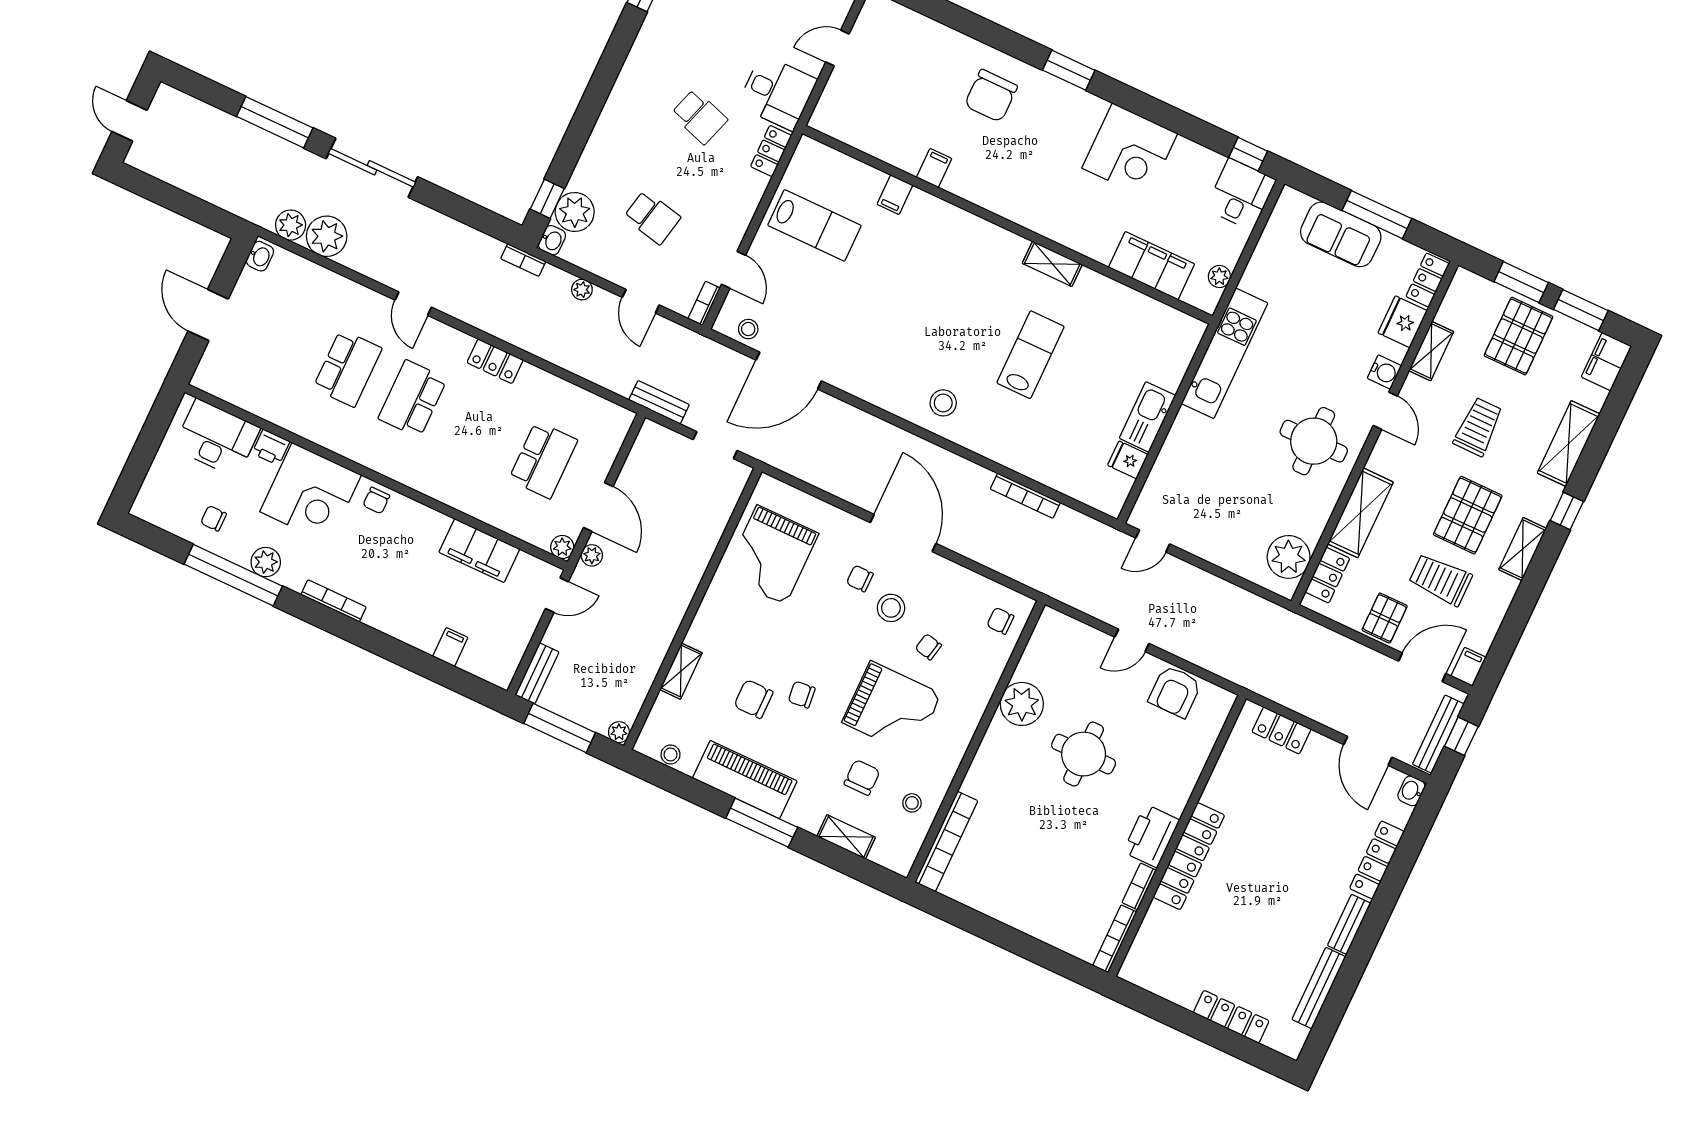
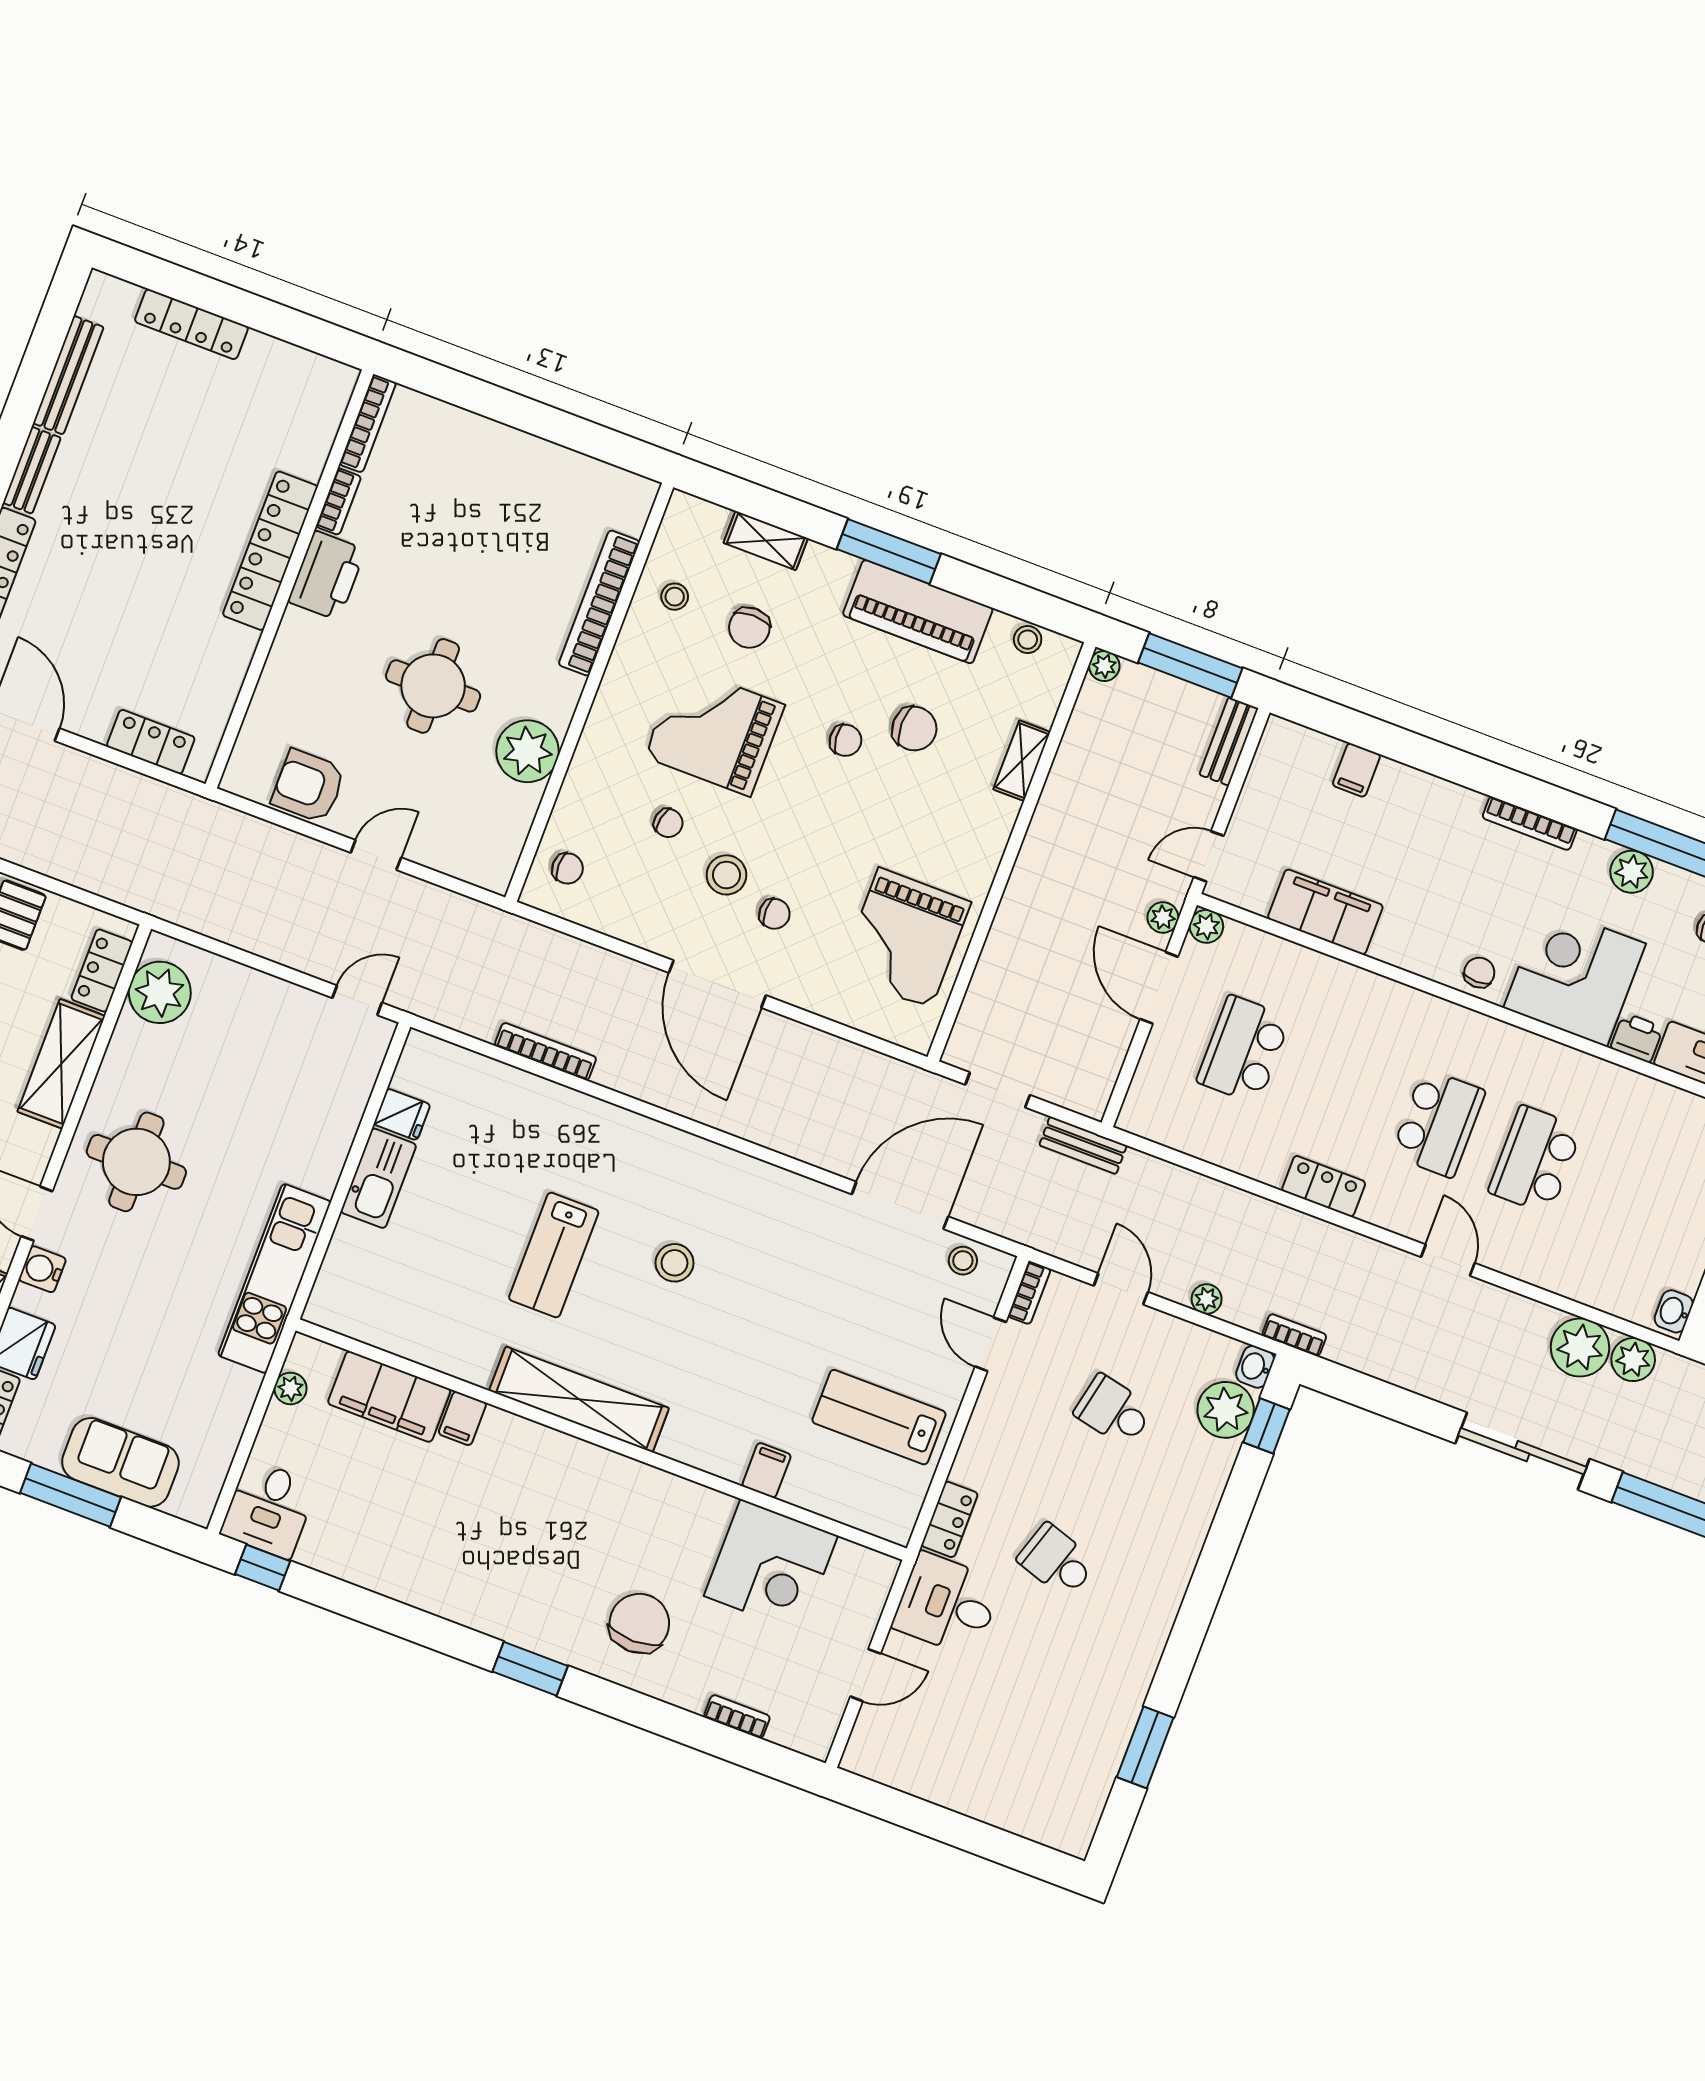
bookcase: (928, 26) -> (737, 1717), added
corner desk: (1130, 151) -> (771, 1566), moved, turned 180
filing cabinet: (934, 168) -> (462, 1418), moved
shelving: (1052, 264) -> (579, 1399), width x2.20, depth x1.33
stool: (943, 403) -> (674, 1263), moved
grand piano: (771, 555) -> (905, 938), turned 180
armchair: (1175, 692) -> (308, 786), turned -90
bookcase: (946, 841) -> (599, 603), moved

